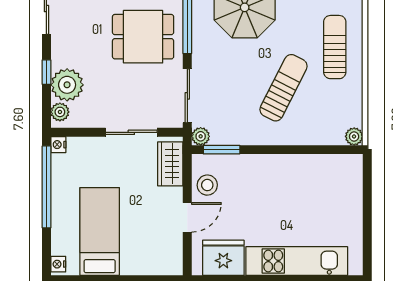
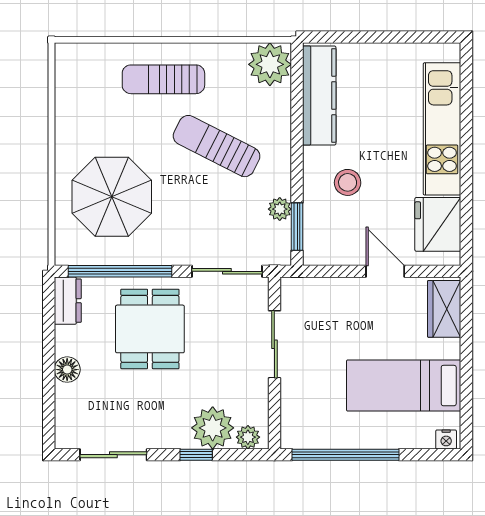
plant: (201, 136) -> (280, 209), moved
plant: (354, 136) -> (270, 64), width x1.87, depth x1.87
nightstand: (58, 145) -> (291, 439), removed
wardrobe: (170, 164) -> (444, 309), moved, turned 90
kitchen counter: (322, 167) -> (319, 95), added
stool: (207, 185) -> (348, 182), moved

